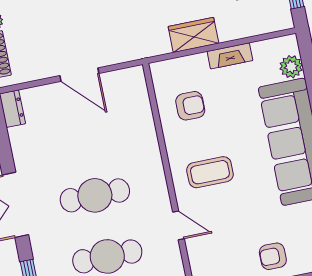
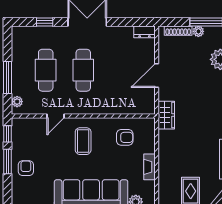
wardrobe: (193, 35) -> (166, 115), moved
armchair: (190, 106) -> (125, 137), turned -90

